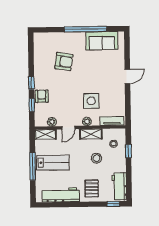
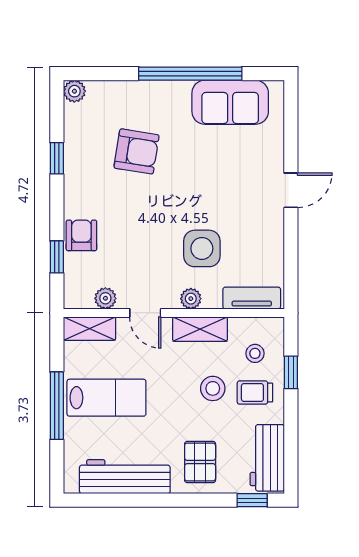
plant: (38, 37) -> (74, 91), added
window: (31, 83) -> (57, 158), moved
door: (68, 128) -> (145, 313), hinge flipped
trolley: (114, 160) -> (255, 393), added

